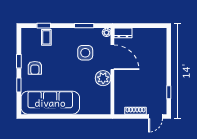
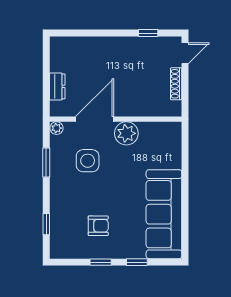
dresser: (123, 33) -> (57, 86), moved
coffee table: (46, 37) -> (64, 220), removed
armchair: (35, 68) -> (98, 226), moved
door: (156, 116) -> (185, 53), hinge flipped

